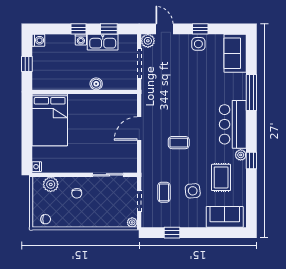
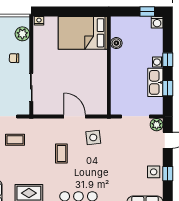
window: (27, 64) -> (147, 12), moved
boiler: (96, 84) -> (116, 43), moved
side table: (193, 191) -> (93, 137), moved

